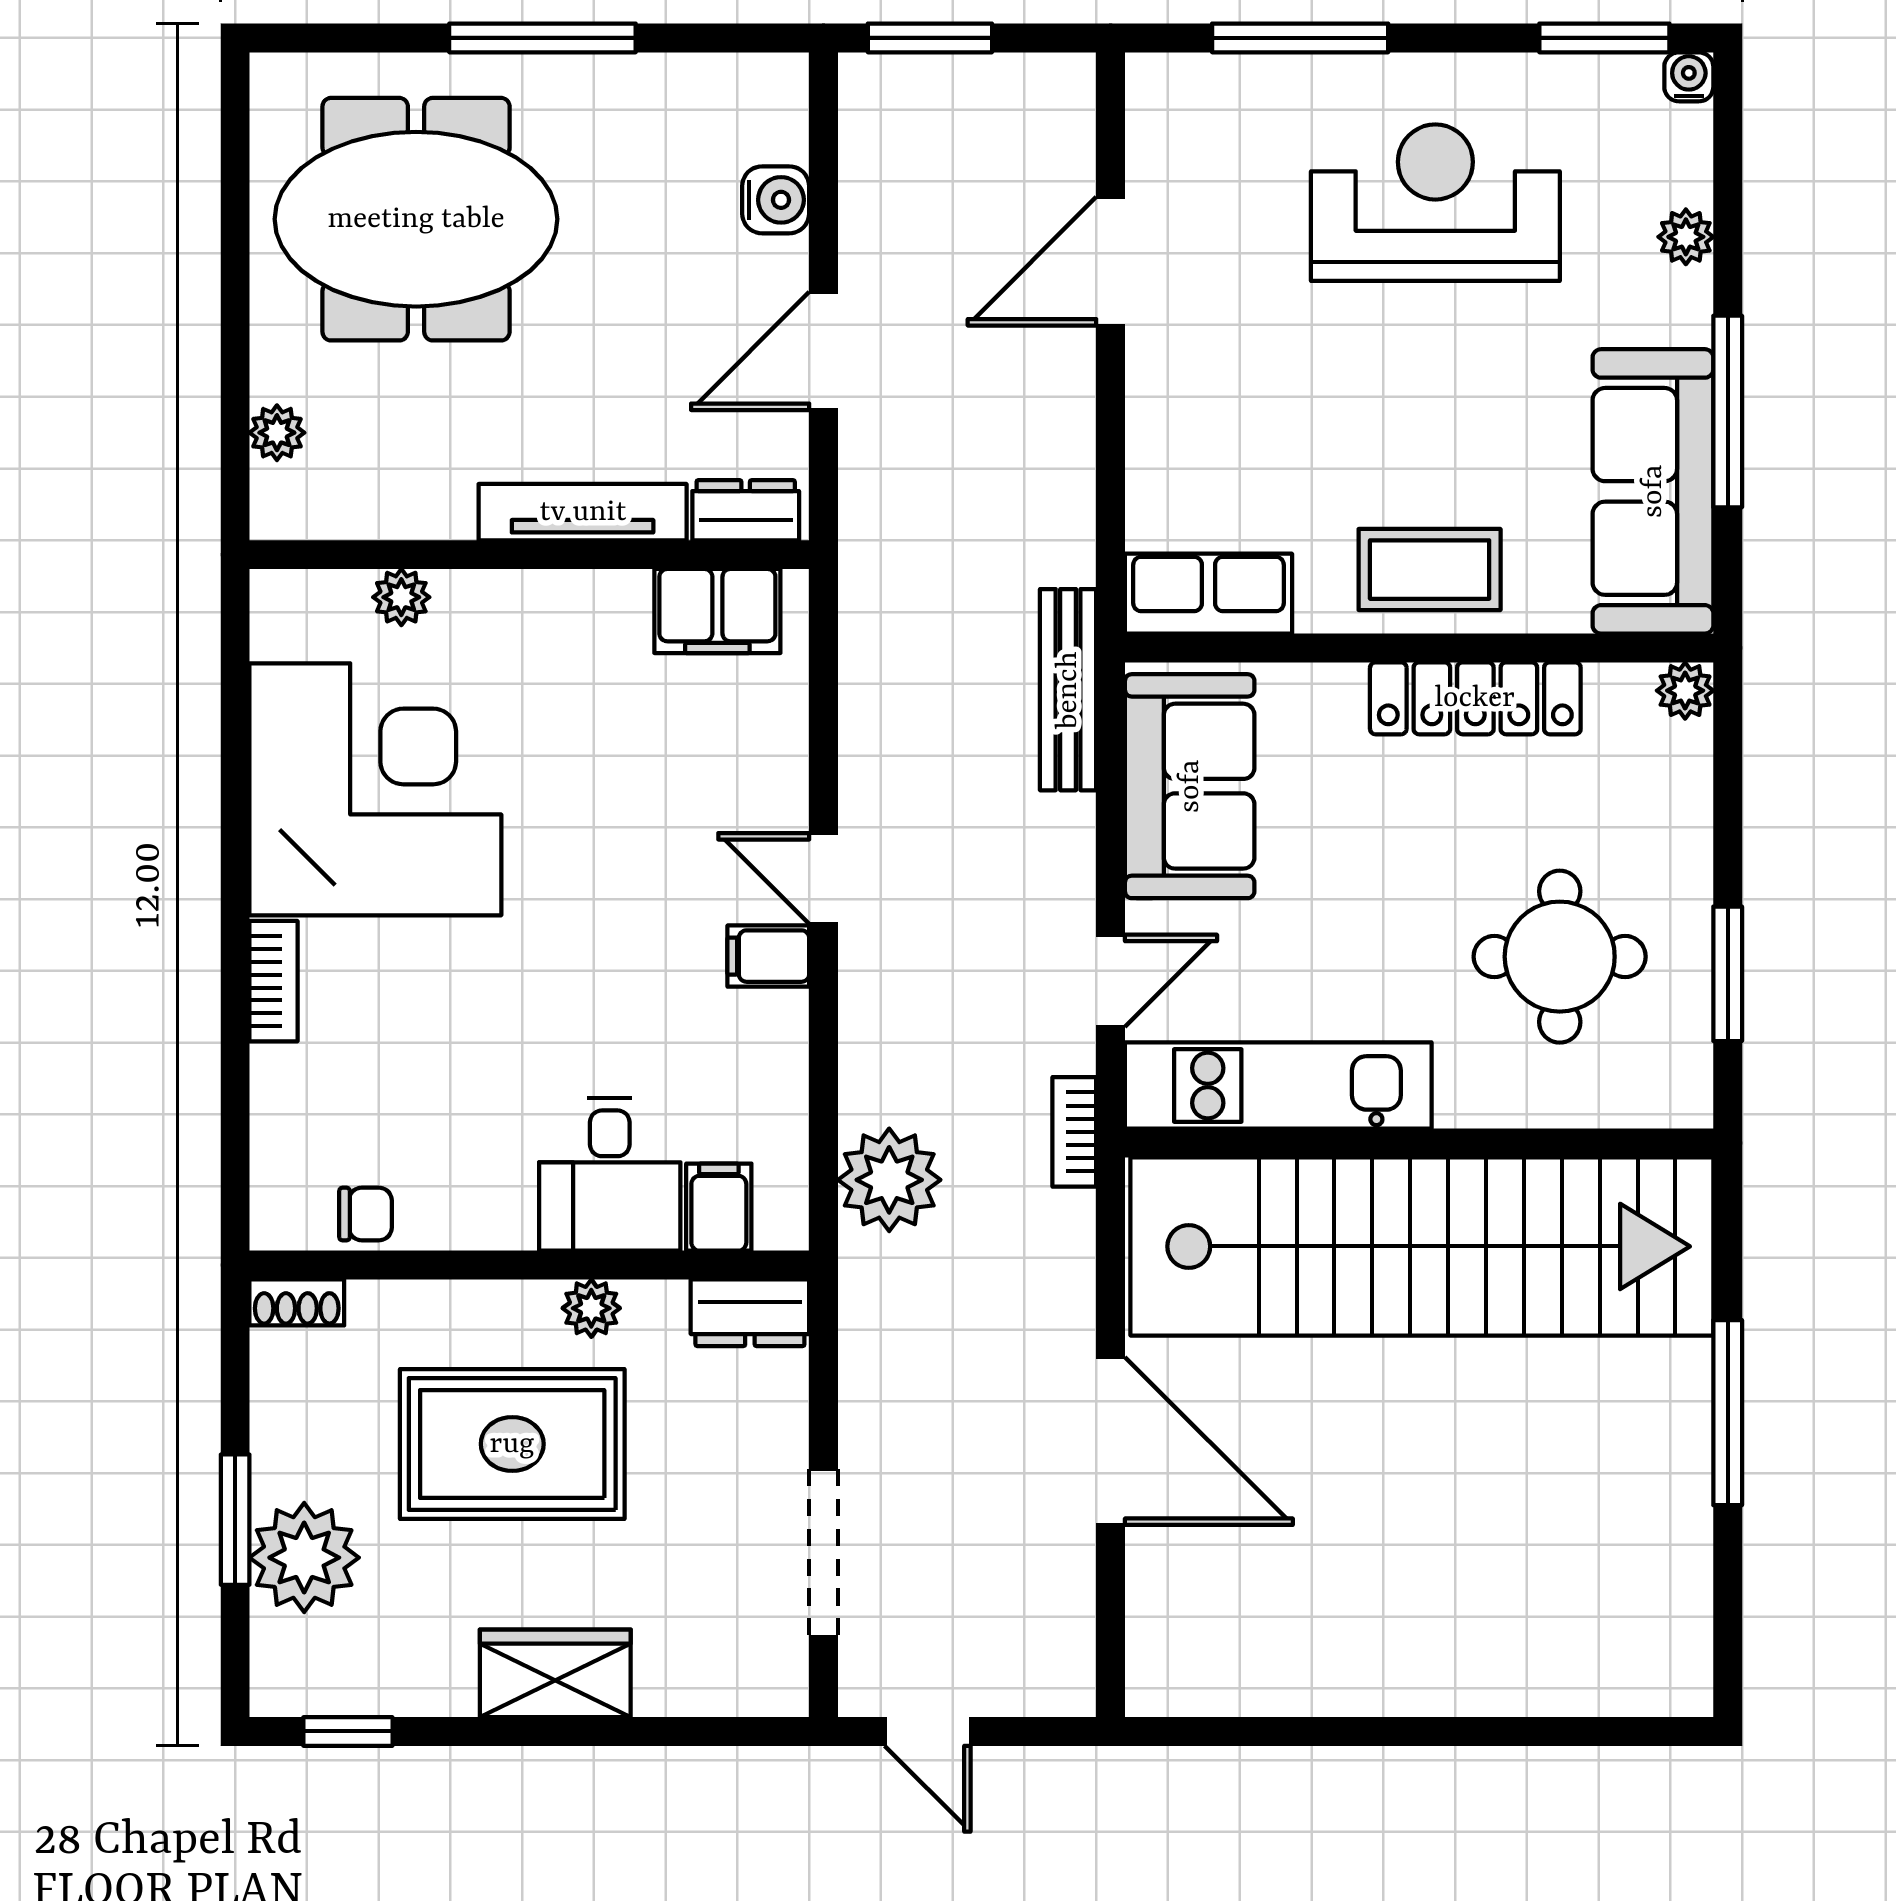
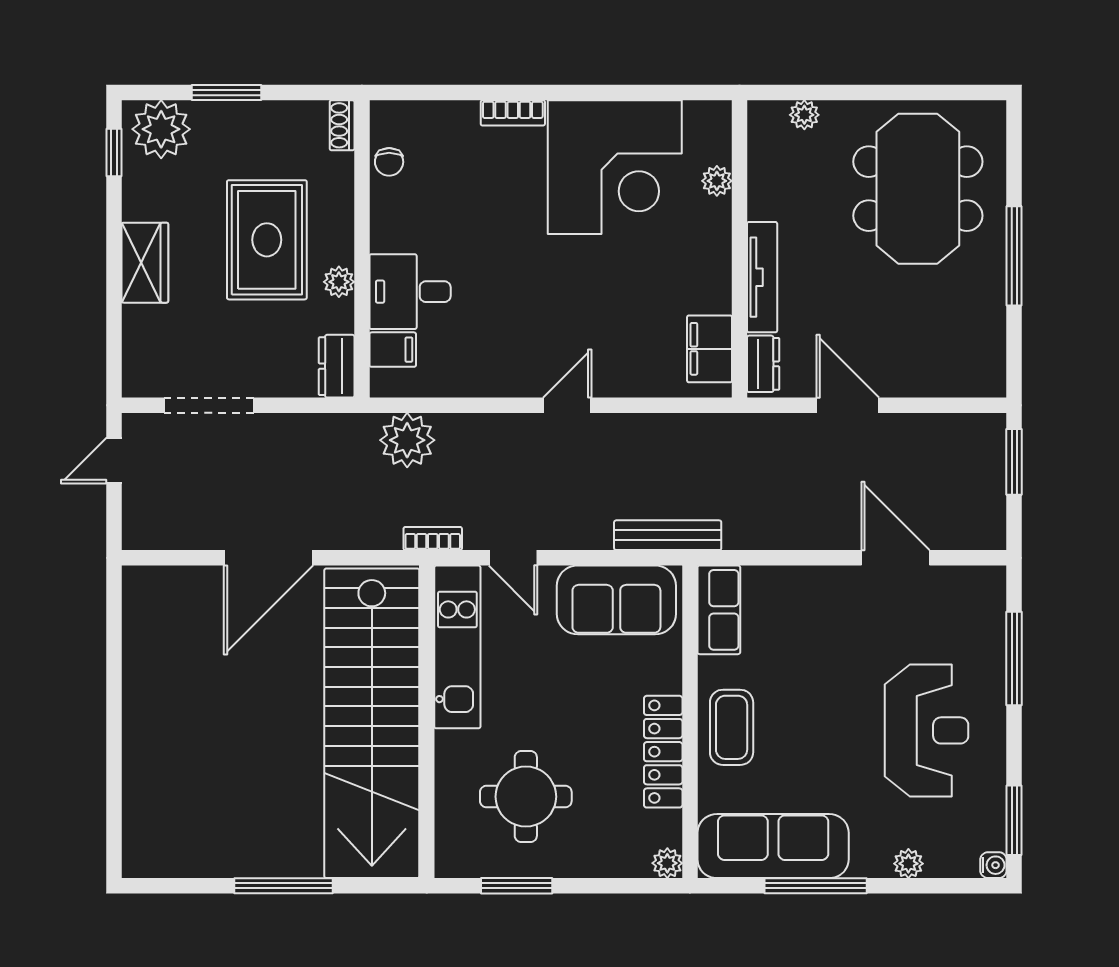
water cooler: (776, 200) -> (928, 380), removed
filing cabinet: (768, 956) -> (526, 376), removed
plant: (304, 1558) -> (161, 129), moved

